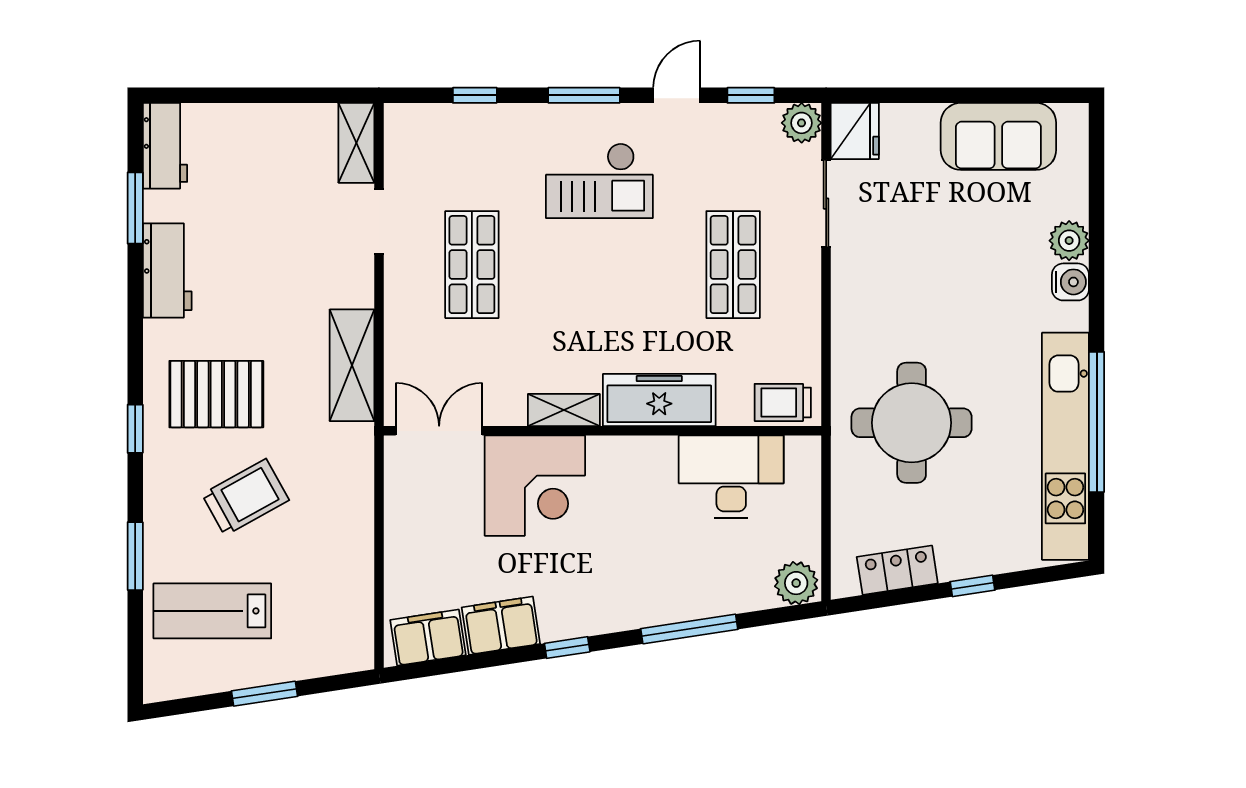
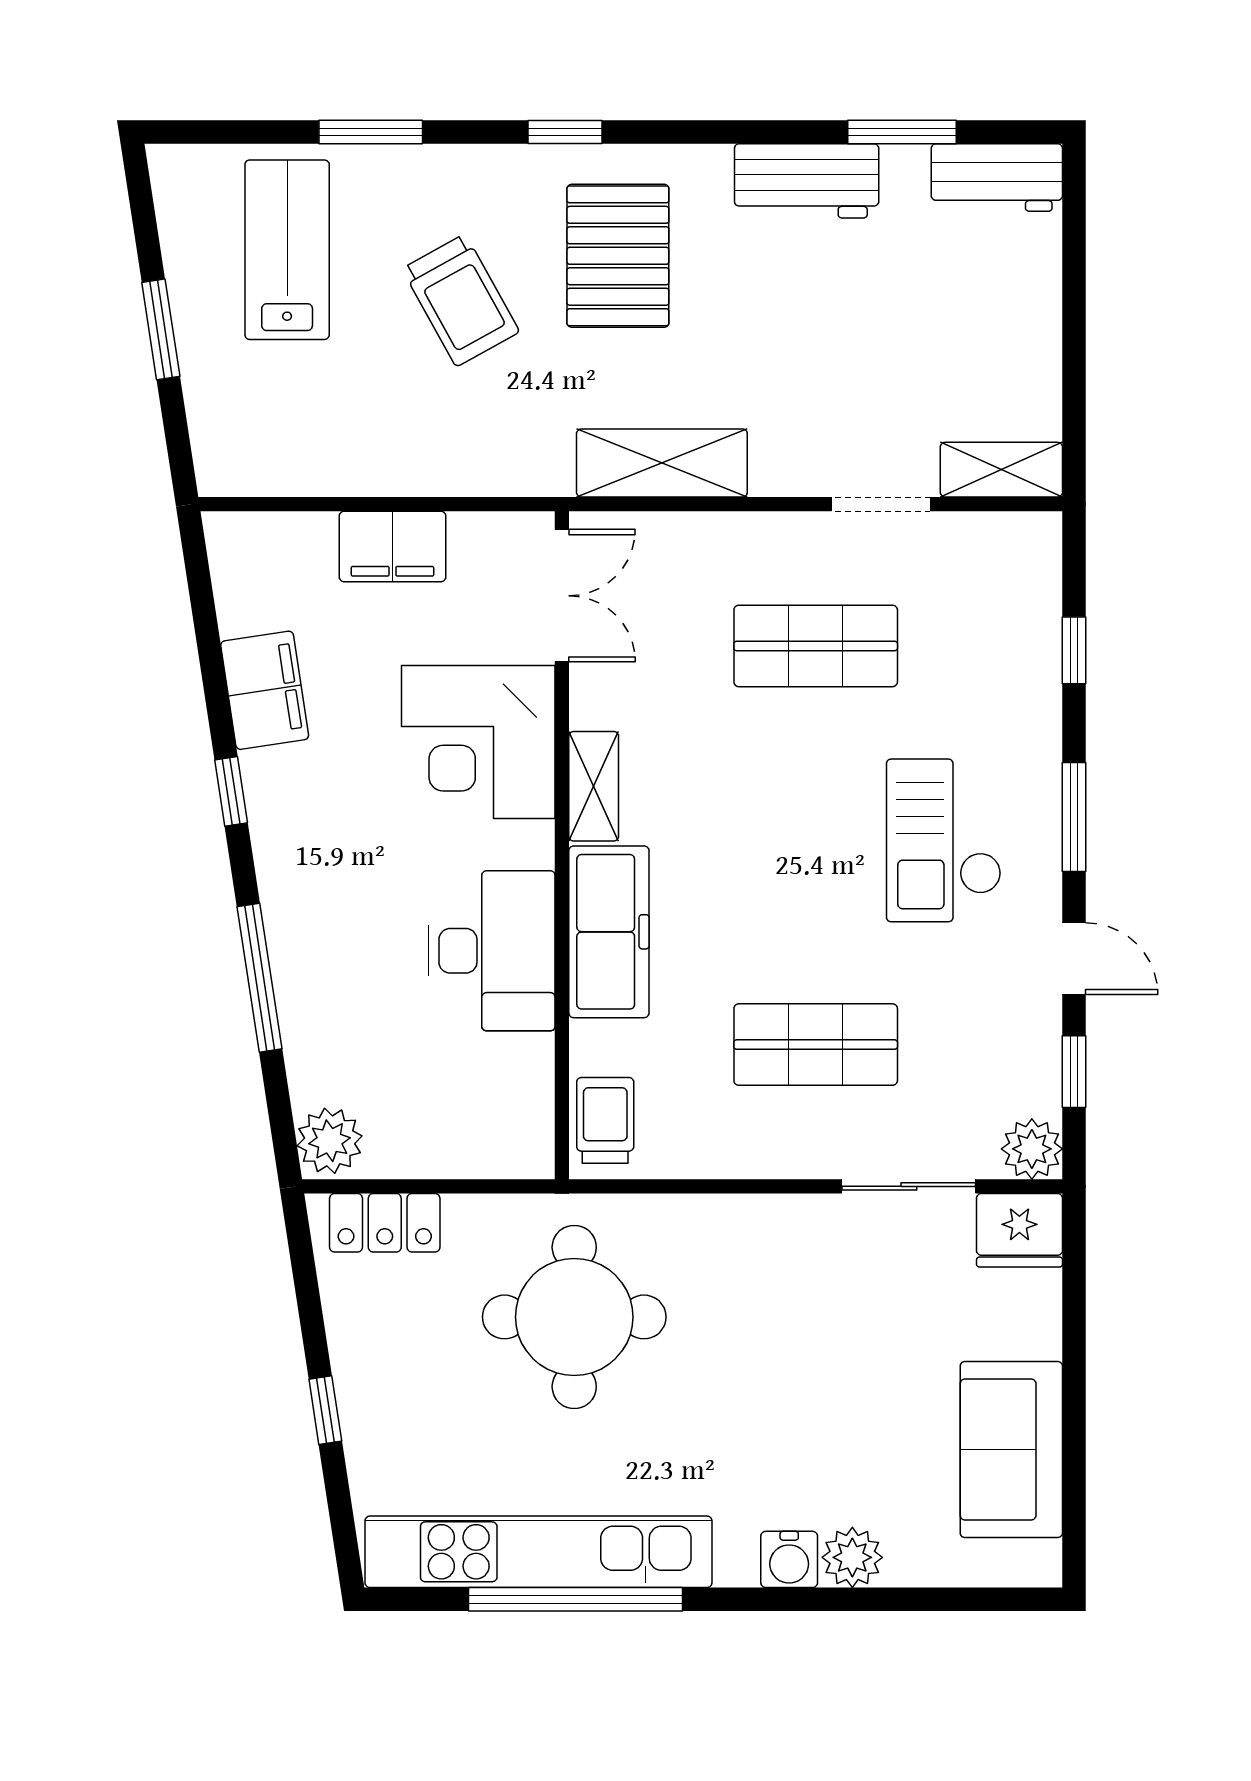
desk: (731, 477) -> (492, 951), moved
locker: (897, 570) -> (385, 1223), moved, turned 99
filing cabinet: (428, 638) -> (392, 546), moved, turned 99

